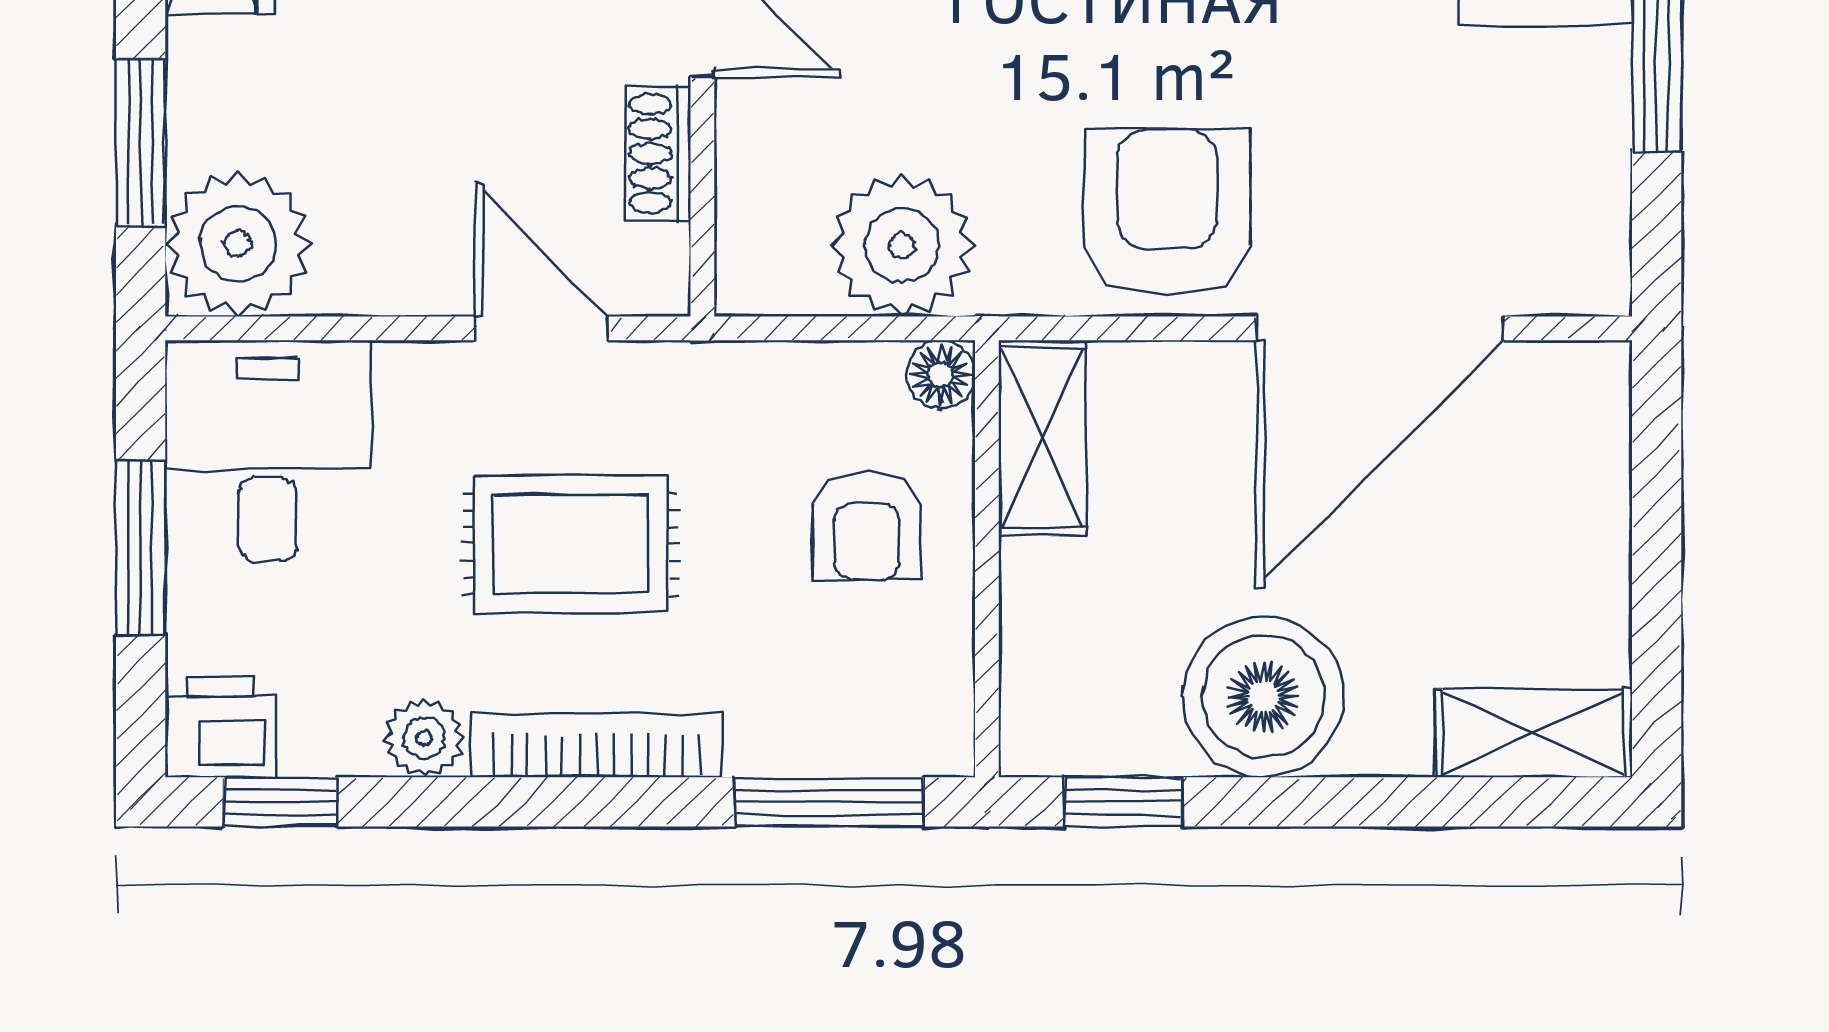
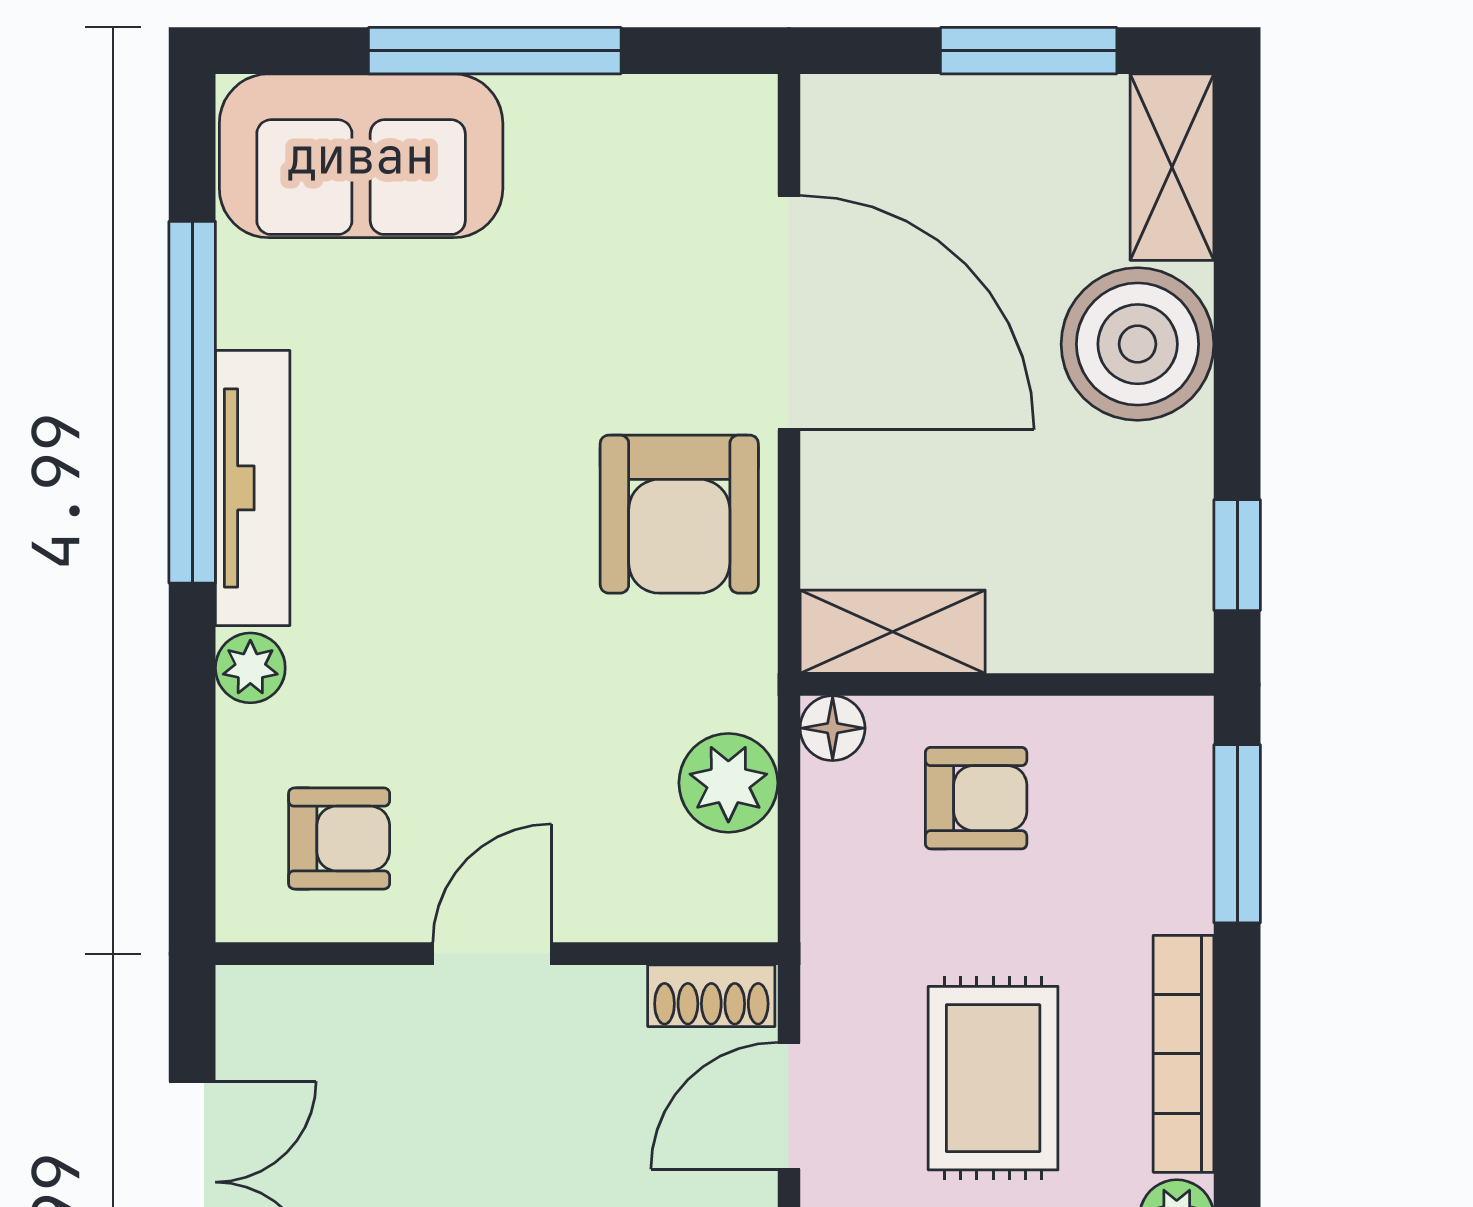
shoe rack: (658, 153) -> (711, 996), moved
armchair: (1167, 213) -> (679, 514), turned -90
plant: (902, 245) -> (728, 783), width x0.73, depth x0.73
window: (1657, 582) -> (1029, 51), added
boiler: (1263, 697) -> (1138, 344), moved

